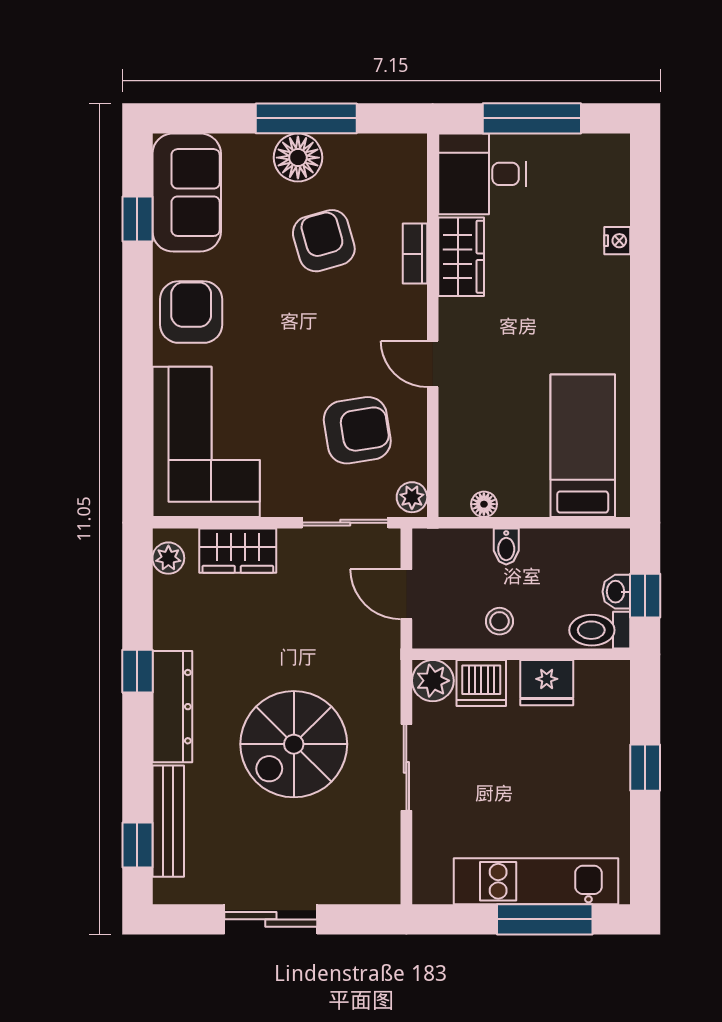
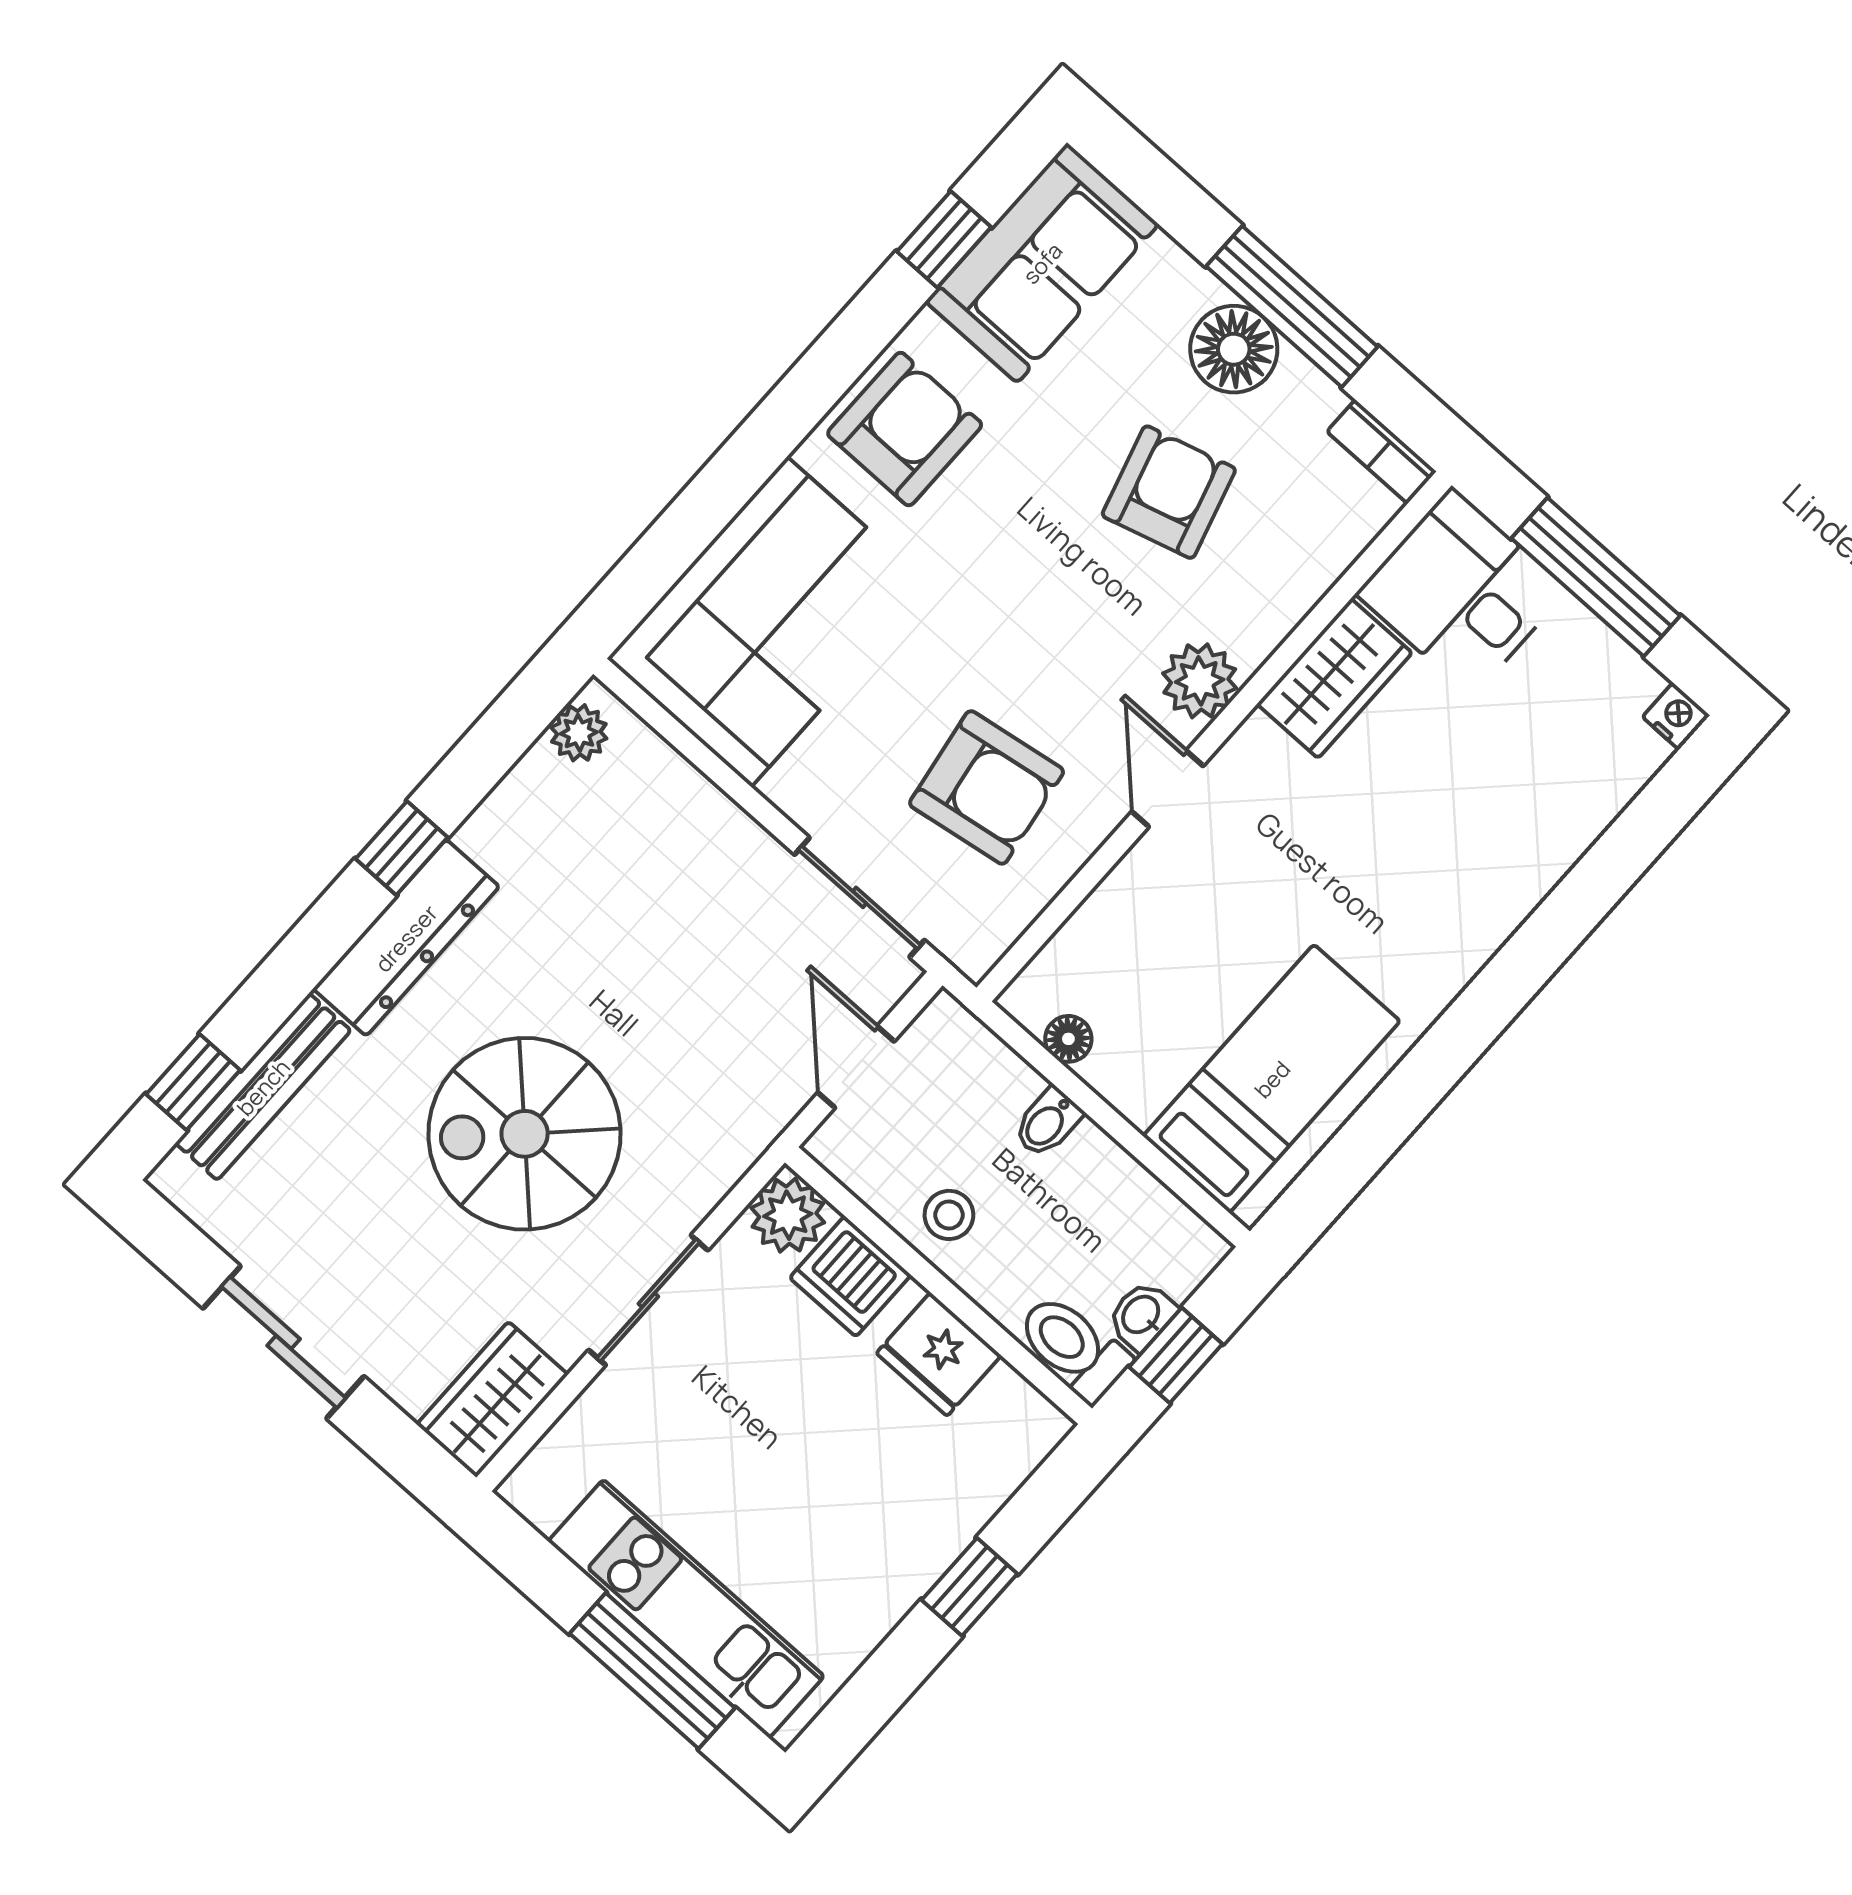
nightstand: (617, 241) -> (1676, 716), moved, turned -90
bookcase: (415, 254) -> (1382, 452), moved, turned -90
plant: (412, 497) -> (1200, 681), moved, width x1.38, depth x1.38
wardrobe: (238, 551) -> (492, 1399), moved, turned 90

